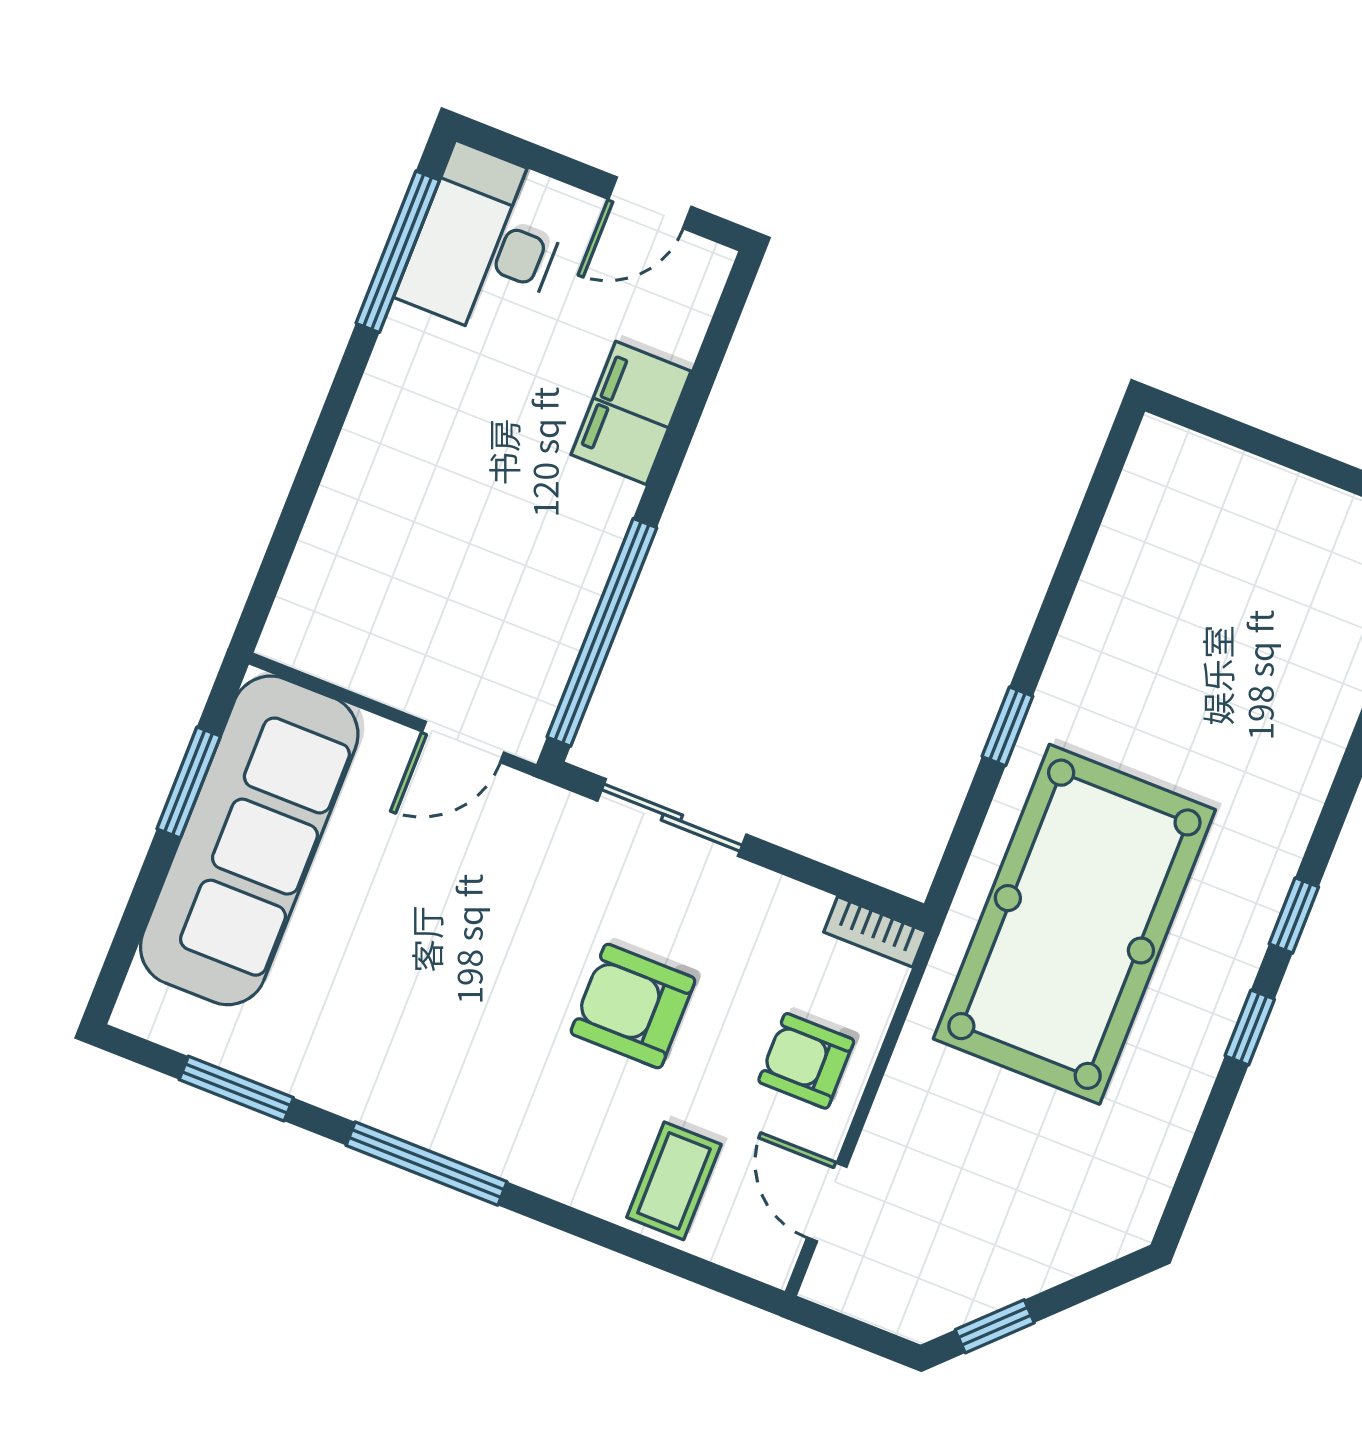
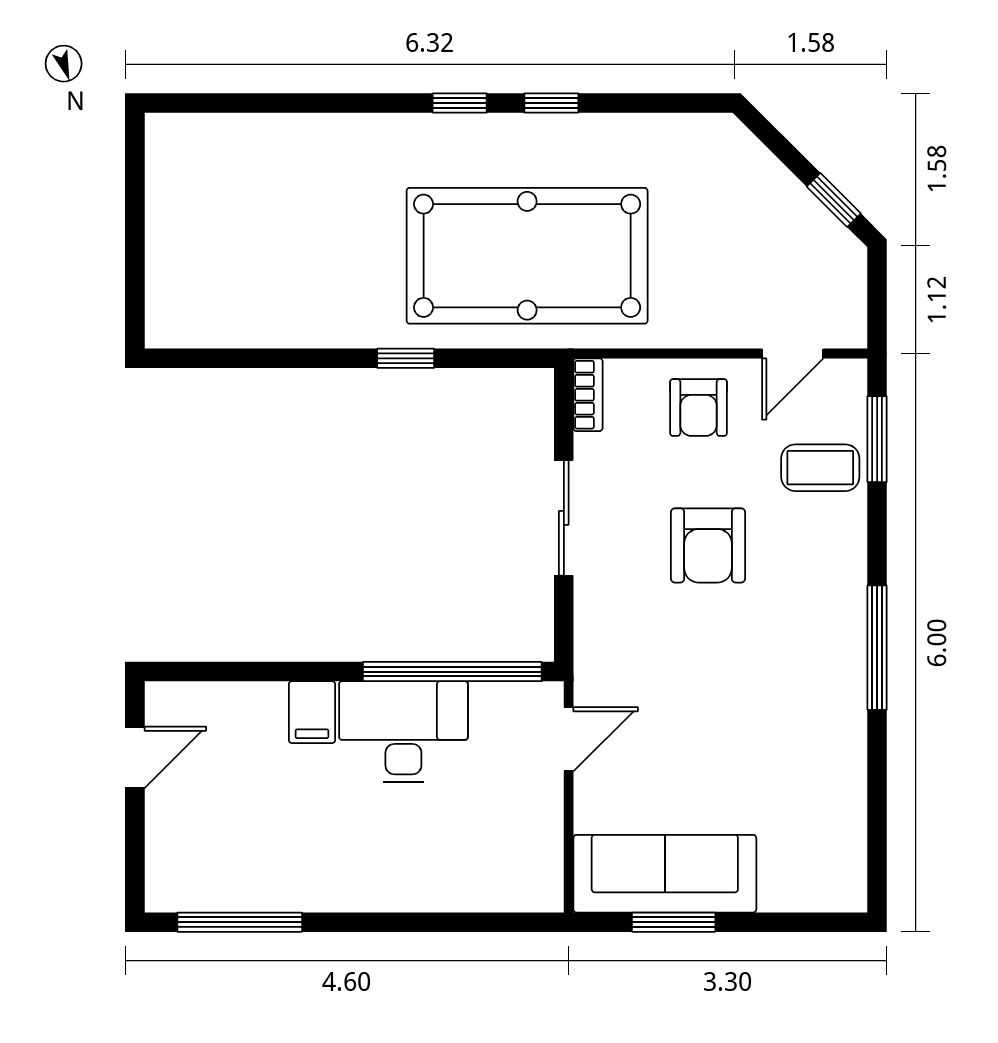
door: (650, 203) -> (135, 757), hinge flipped
desk: (486, 243) -> (403, 732), moved, turned 180
filing cabinet: (631, 413) -> (312, 712), width x0.50
door: (463, 742) -> (569, 739), hinge flipped
sliding door: (672, 818) -> (564, 518), moved
sofa: (249, 840) -> (665, 874), width x0.74, depth x0.79
window: (236, 1089) -> (877, 439), moved

